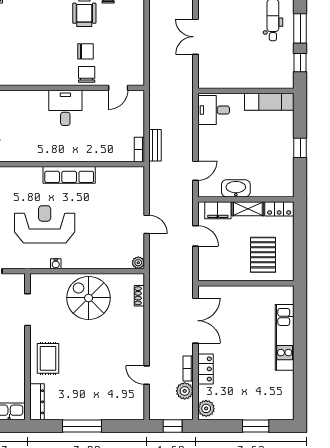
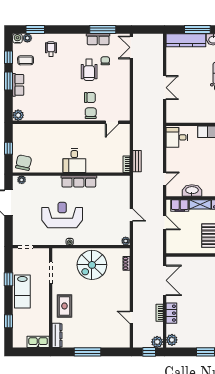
double door: (195, 37) -> (165, 88), swing flipped
desk: (65, 108) -> (74, 161), moved, turned 180
spiral stairs: (89, 298) -> (92, 265), turned -90
plant: (185, 391) -> (157, 342), moved

